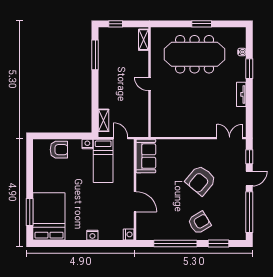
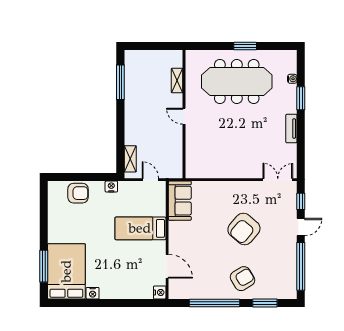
window: (116, 24) -> (144, 46), removed
shelving: (144, 40) -> (177, 81), moved
bed: (103, 161) -> (140, 228), moved, turned 90
door: (135, 202) -> (167, 266), moved
nightstand: (92, 235) -> (93, 293), moved

